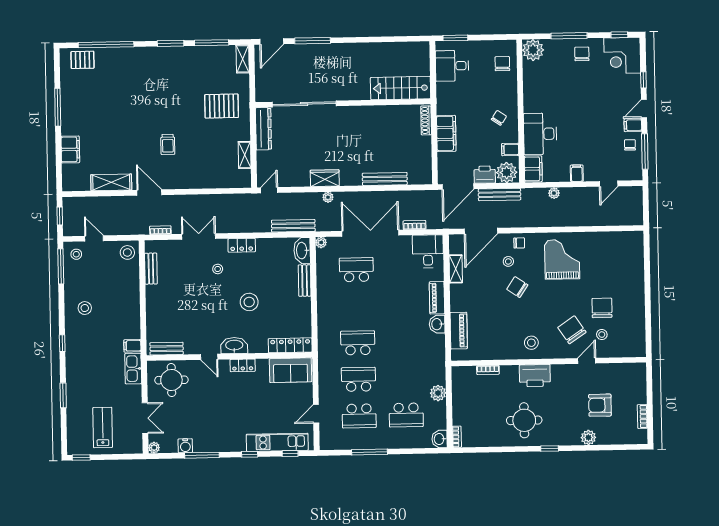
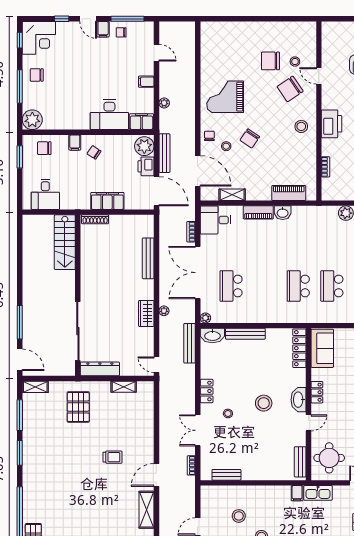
window: (455, 38) -> (20, 157), moved
filing cabinet: (510, 150) -> (75, 143), moved
stool: (127, 252) -> (239, 516), moved
bench: (305, 281) -> (245, 334), width x1.36
stool: (249, 302) -> (264, 403), moved

